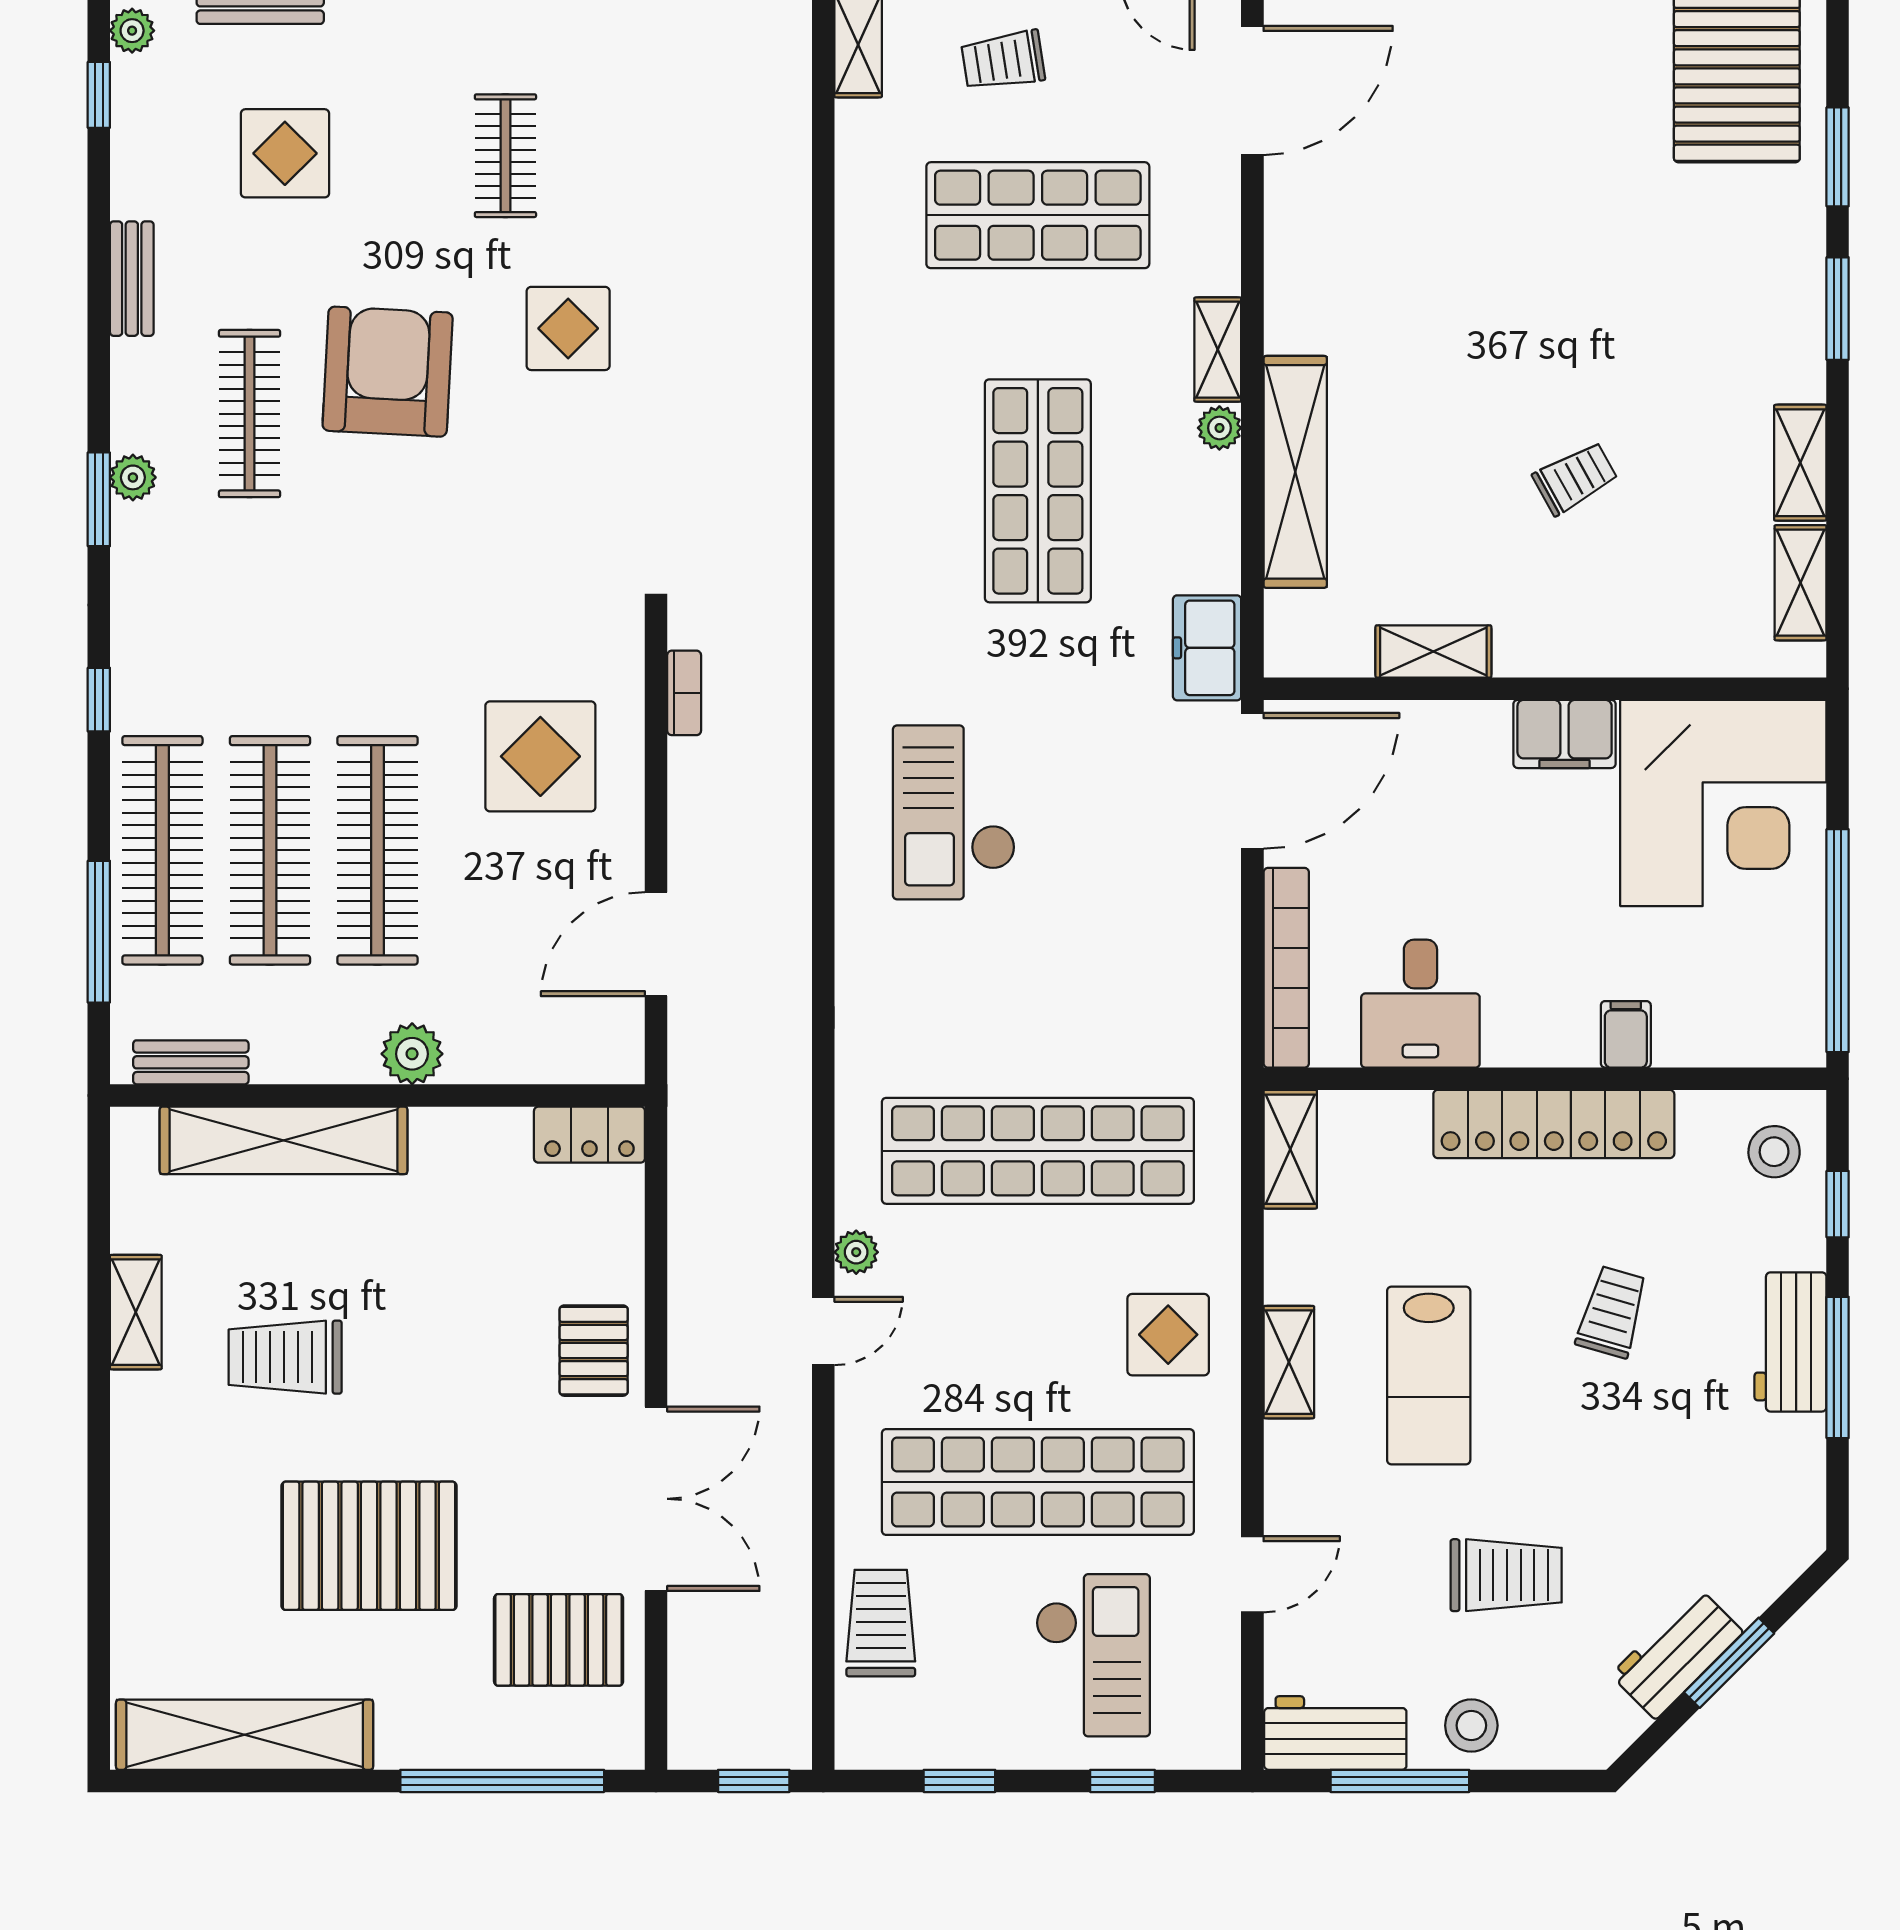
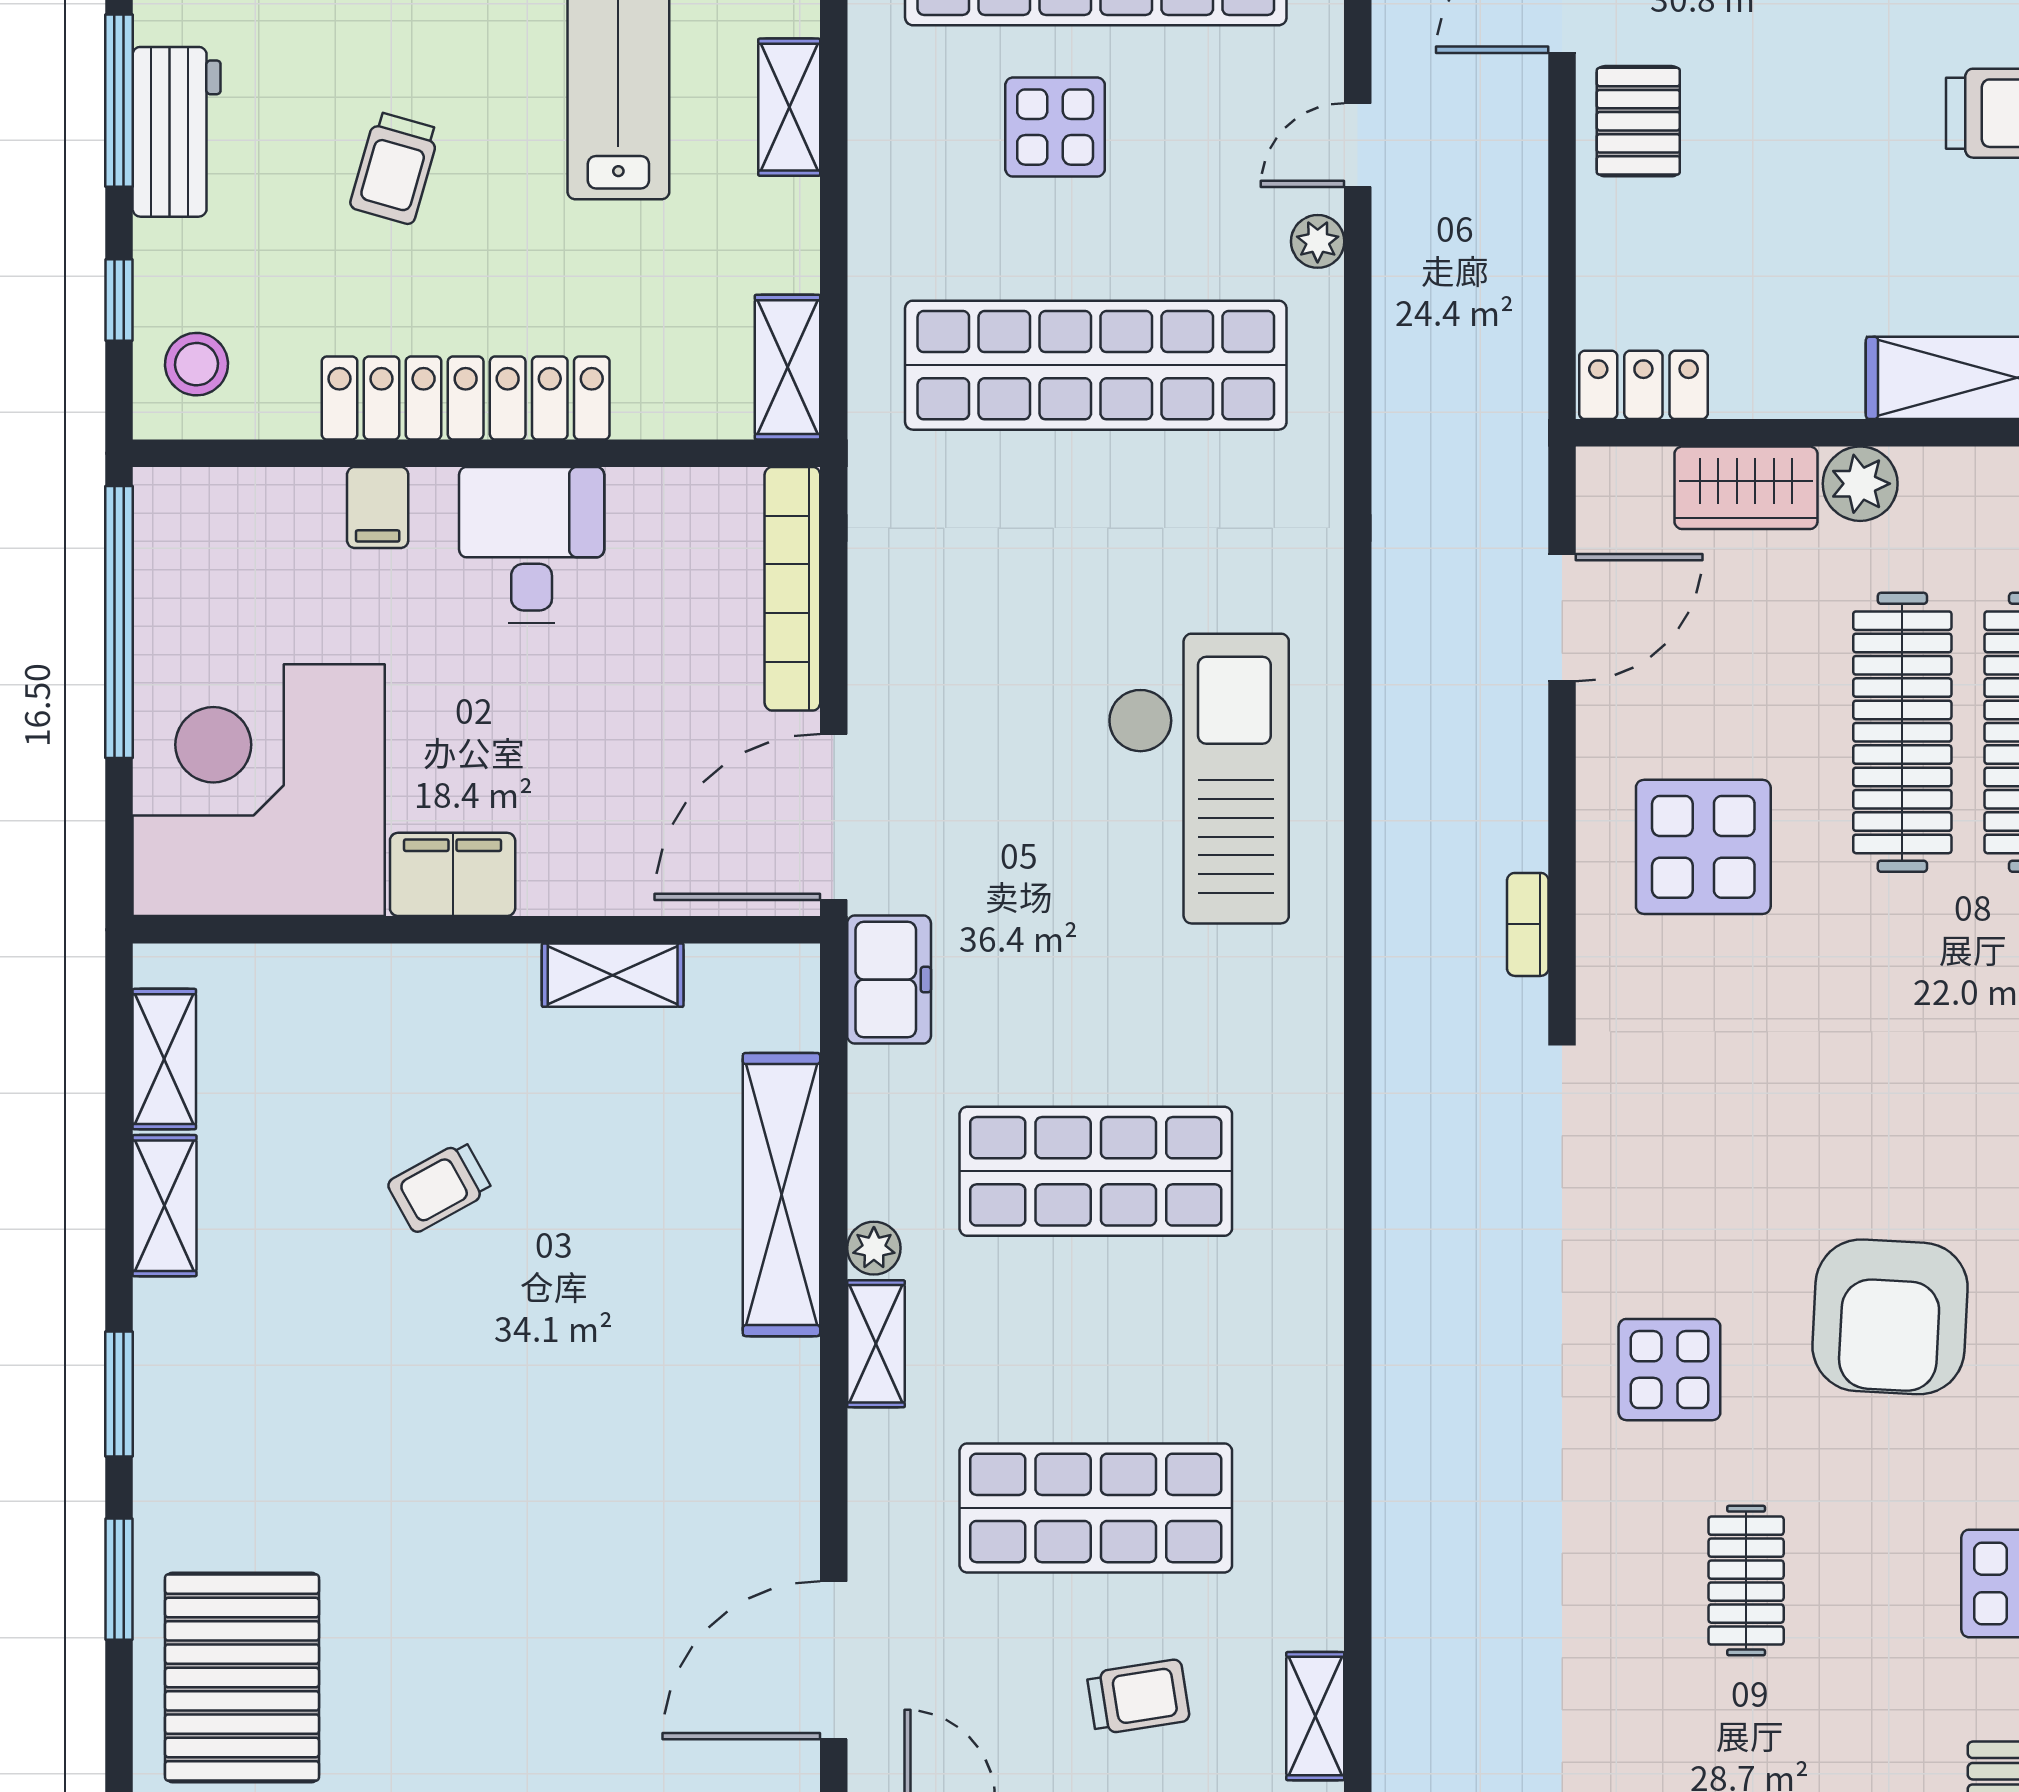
shop shelf: (1038, 491) -> (1096, 1171), turned 90
checkout: (954, 812) -> (1198, 779), width x1.36, depth x1.21
desk: (1420, 1004) -> (532, 545), moved
wardrobe: (505, 1050) -> (1746, 488), added
display table: (1168, 1335) -> (1055, 127), moved

